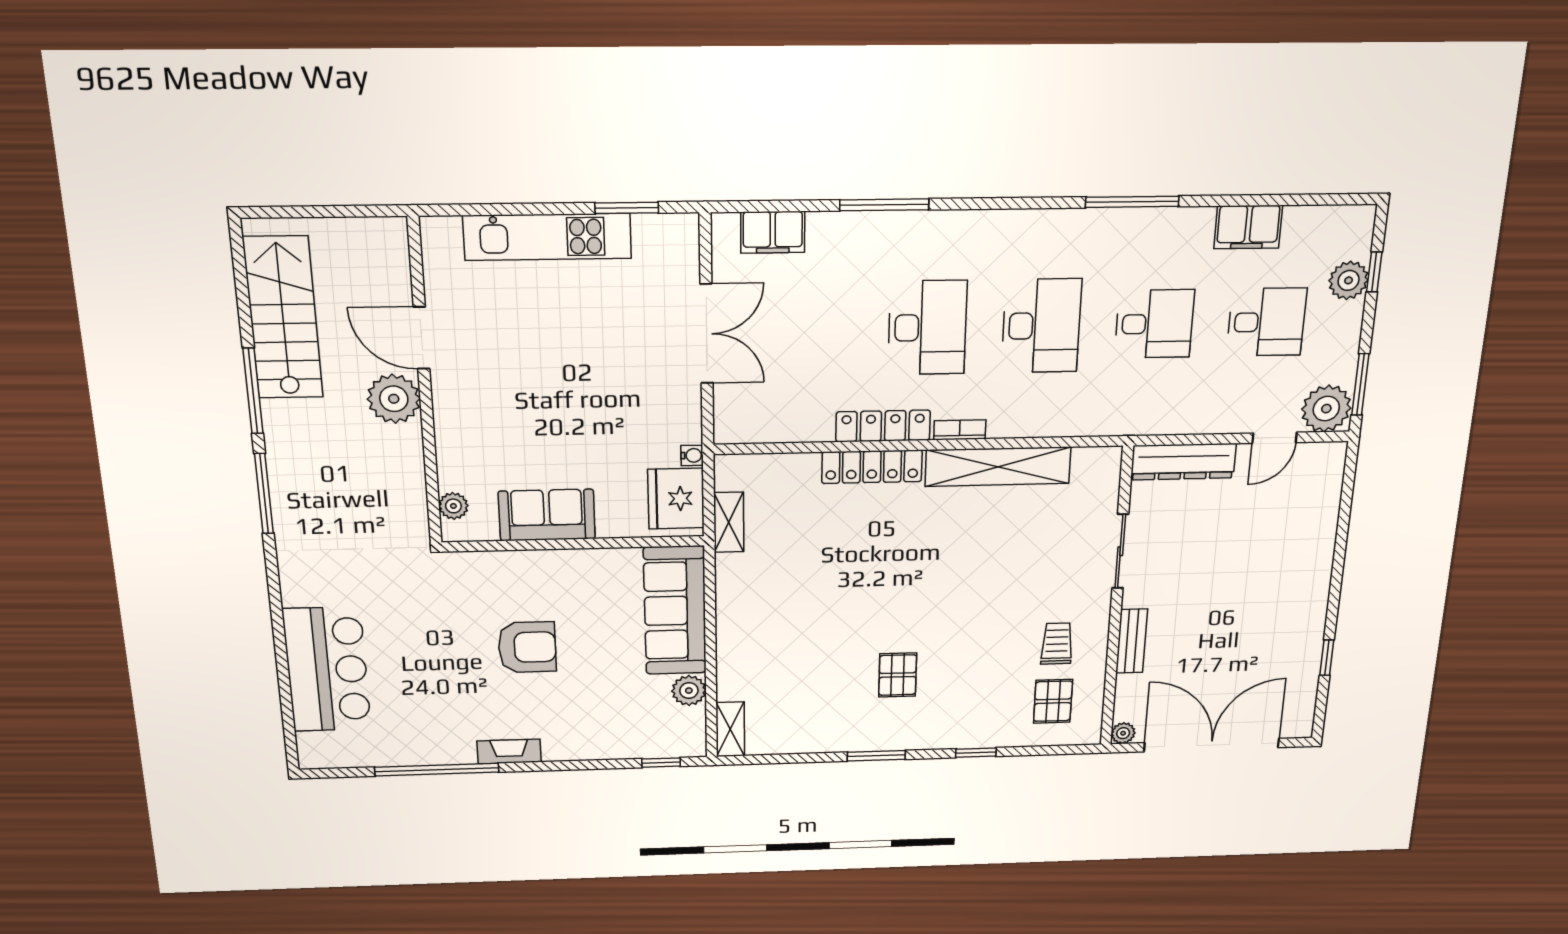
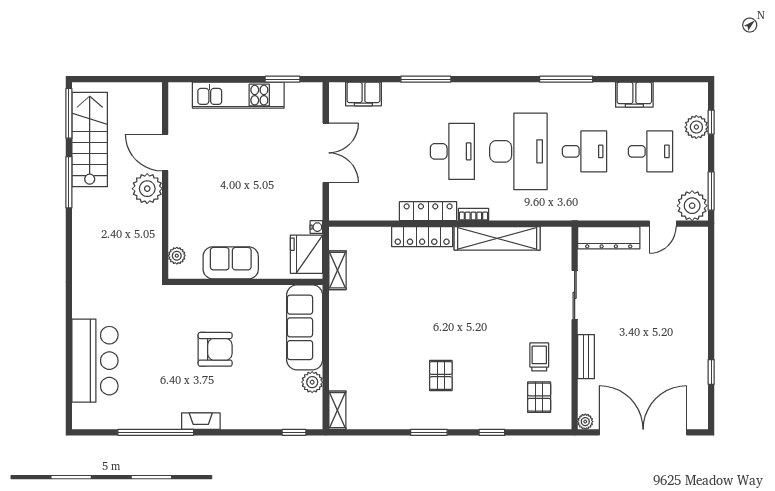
desk: (1041, 326) -> (518, 151), width x1.36, depth x1.30
window: (264, 494) -> (69, 113), moved

